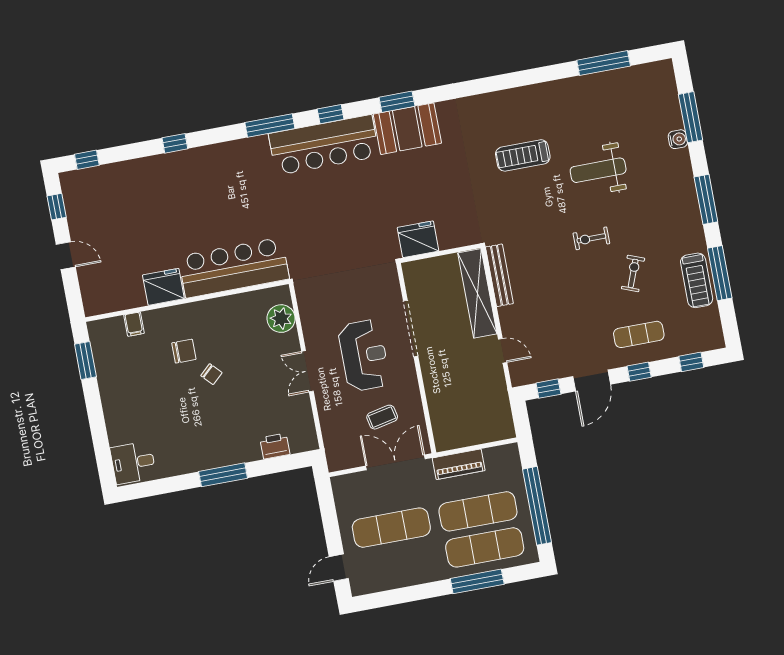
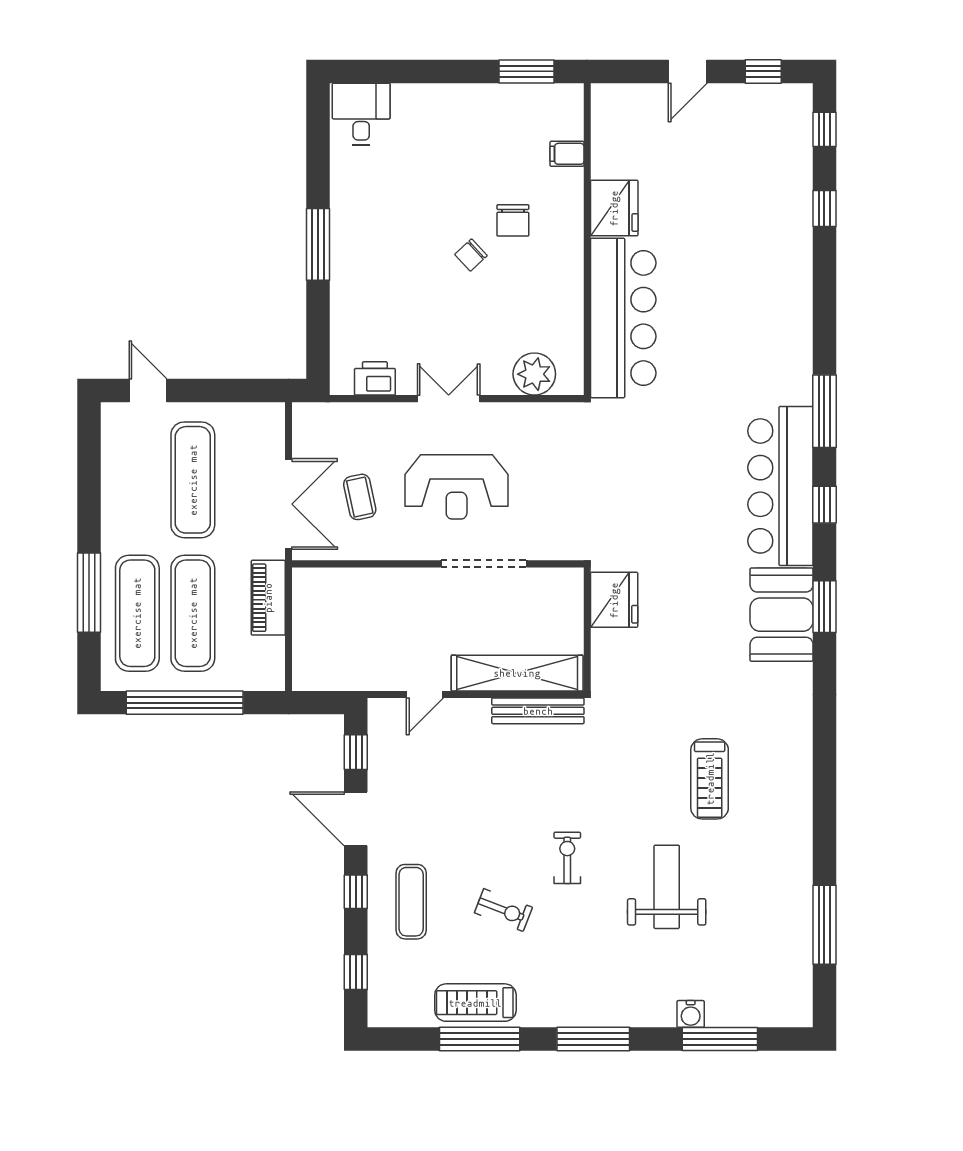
window: (175, 143) -> (824, 208), moved
treadmill: (523, 155) -> (710, 779), turned 180
printer: (275, 446) -> (375, 378), moved, turned -90

